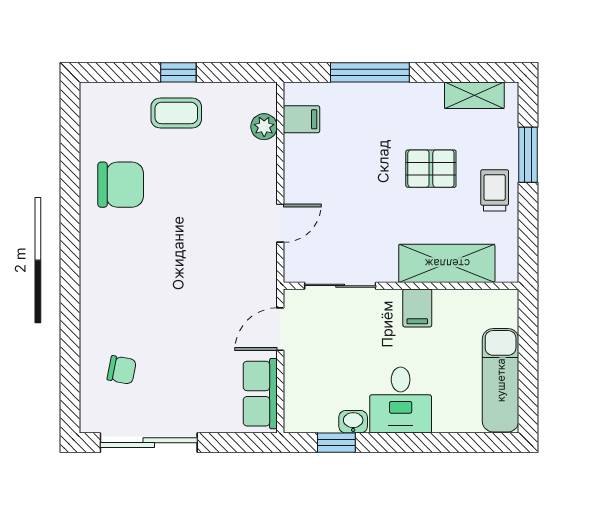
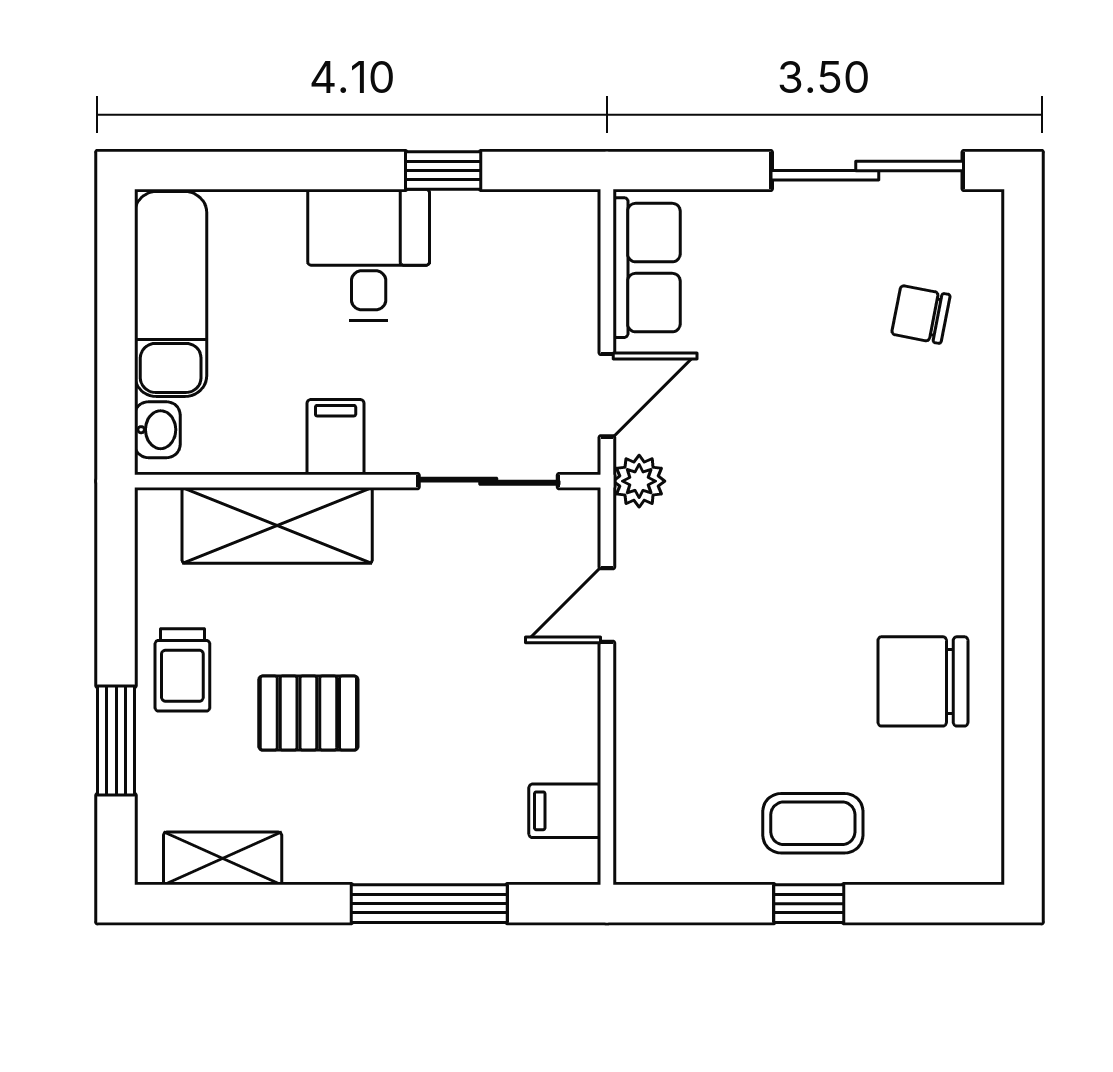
plant: (264, 127) -> (639, 481), moved
washbasin: (353, 422) -> (157, 430), moved, turned -90
window: (336, 443) -> (443, 171), moved

